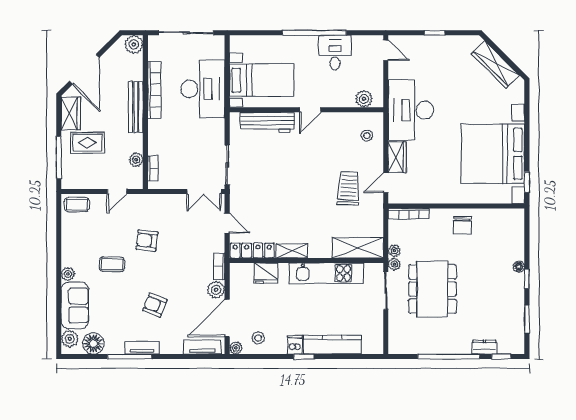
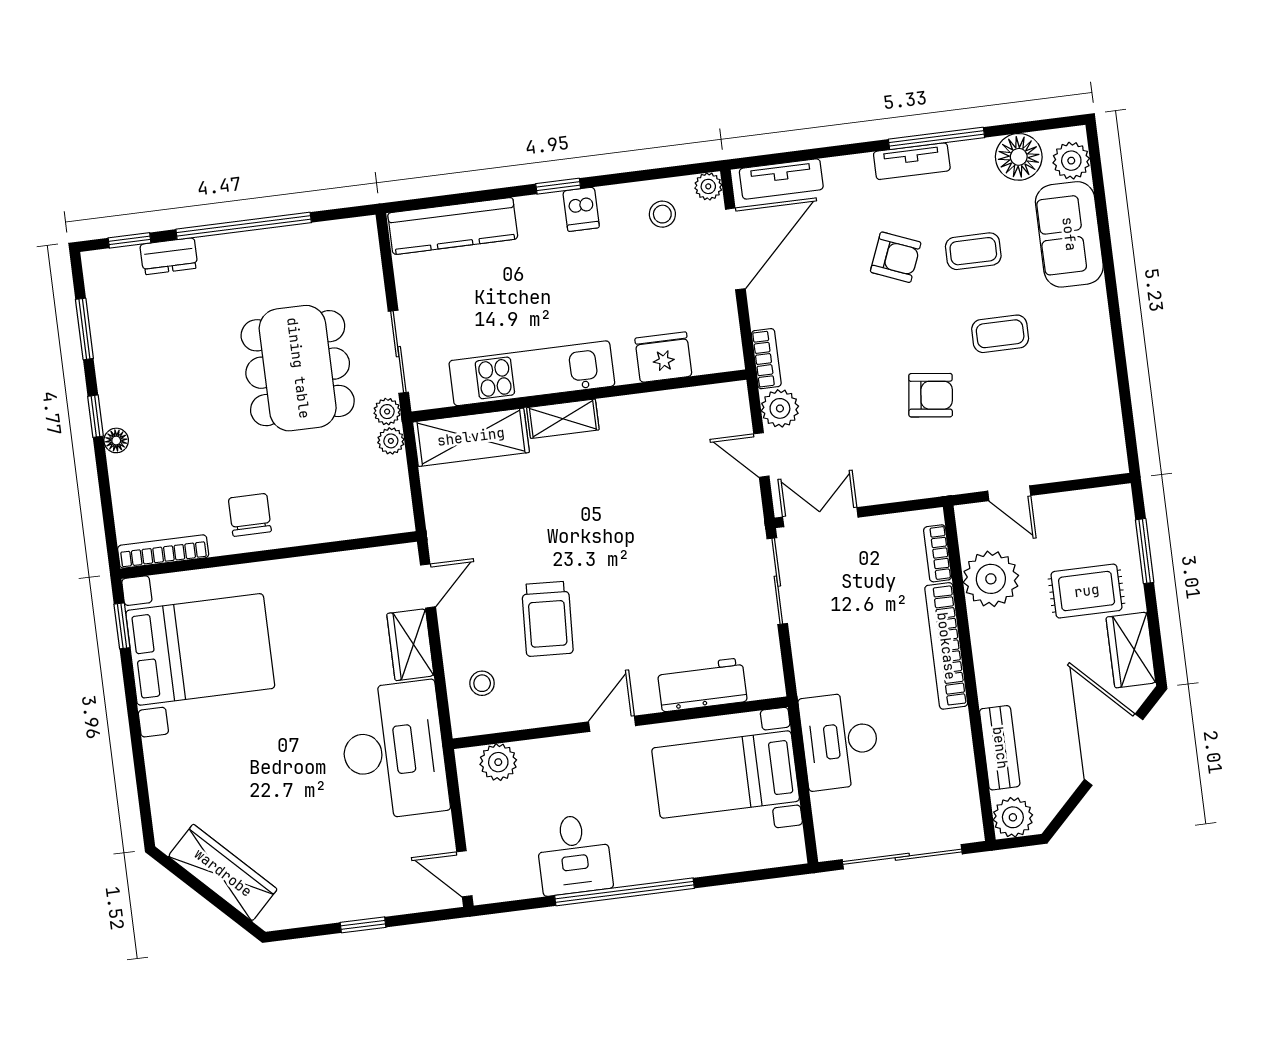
desk: (203, 89) -> (840, 741), width x0.73, depth x0.77
bookcase: (154, 90) -> (946, 646), moved
bench: (136, 107) -> (1000, 748), moved, width x0.73
workbench: (267, 122) -> (702, 685), width x0.73
bed with nightstands: (493, 154) -> (200, 649), width x0.73
window: (59, 158) -> (1145, 551), width x0.69
plant: (136, 160) -> (991, 579), width x1.88, depth x1.88
trolley: (348, 188) -> (547, 619), moved
door: (117, 191) -> (1009, 493), swing flipped
coffee table: (77, 205) -> (973, 251), moved
bookcase: (409, 214) -> (163, 551), moved
locker: (252, 250) -> (699, 402), removed
shelving: (292, 251) -> (563, 419), moved
plant: (68, 274) -> (1093, 301), removed
plant: (216, 290) -> (780, 408), moved
kitchen counter: (332, 345) -> (453, 226), moved

